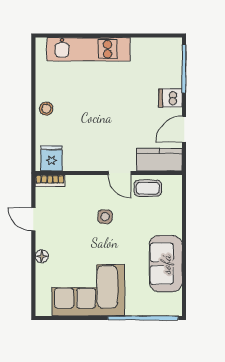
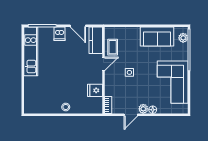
kitchen unit: (88, 49) -> (31, 51), moved
fridge: (52, 158) -> (95, 90), moved
plant: (43, 240) -> (143, 109), added
plant: (164, 308) -> (183, 38), added

